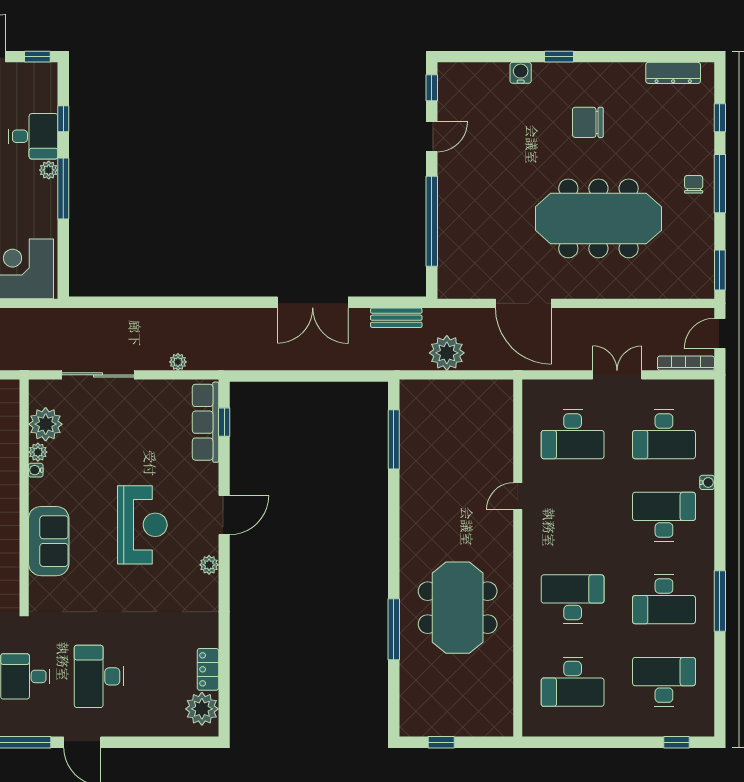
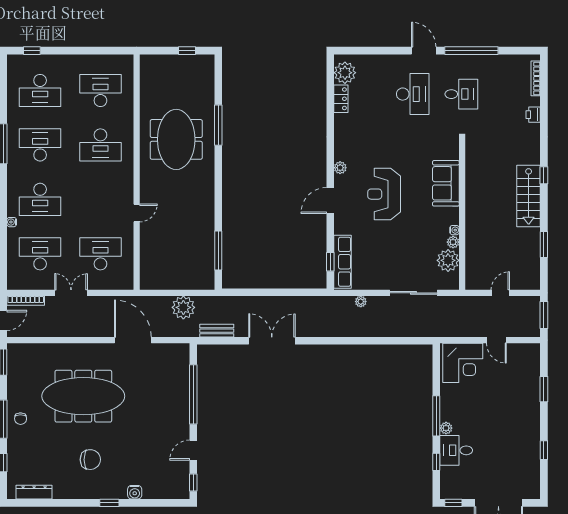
double door: (617, 375) -> (71, 293), swing flipped

